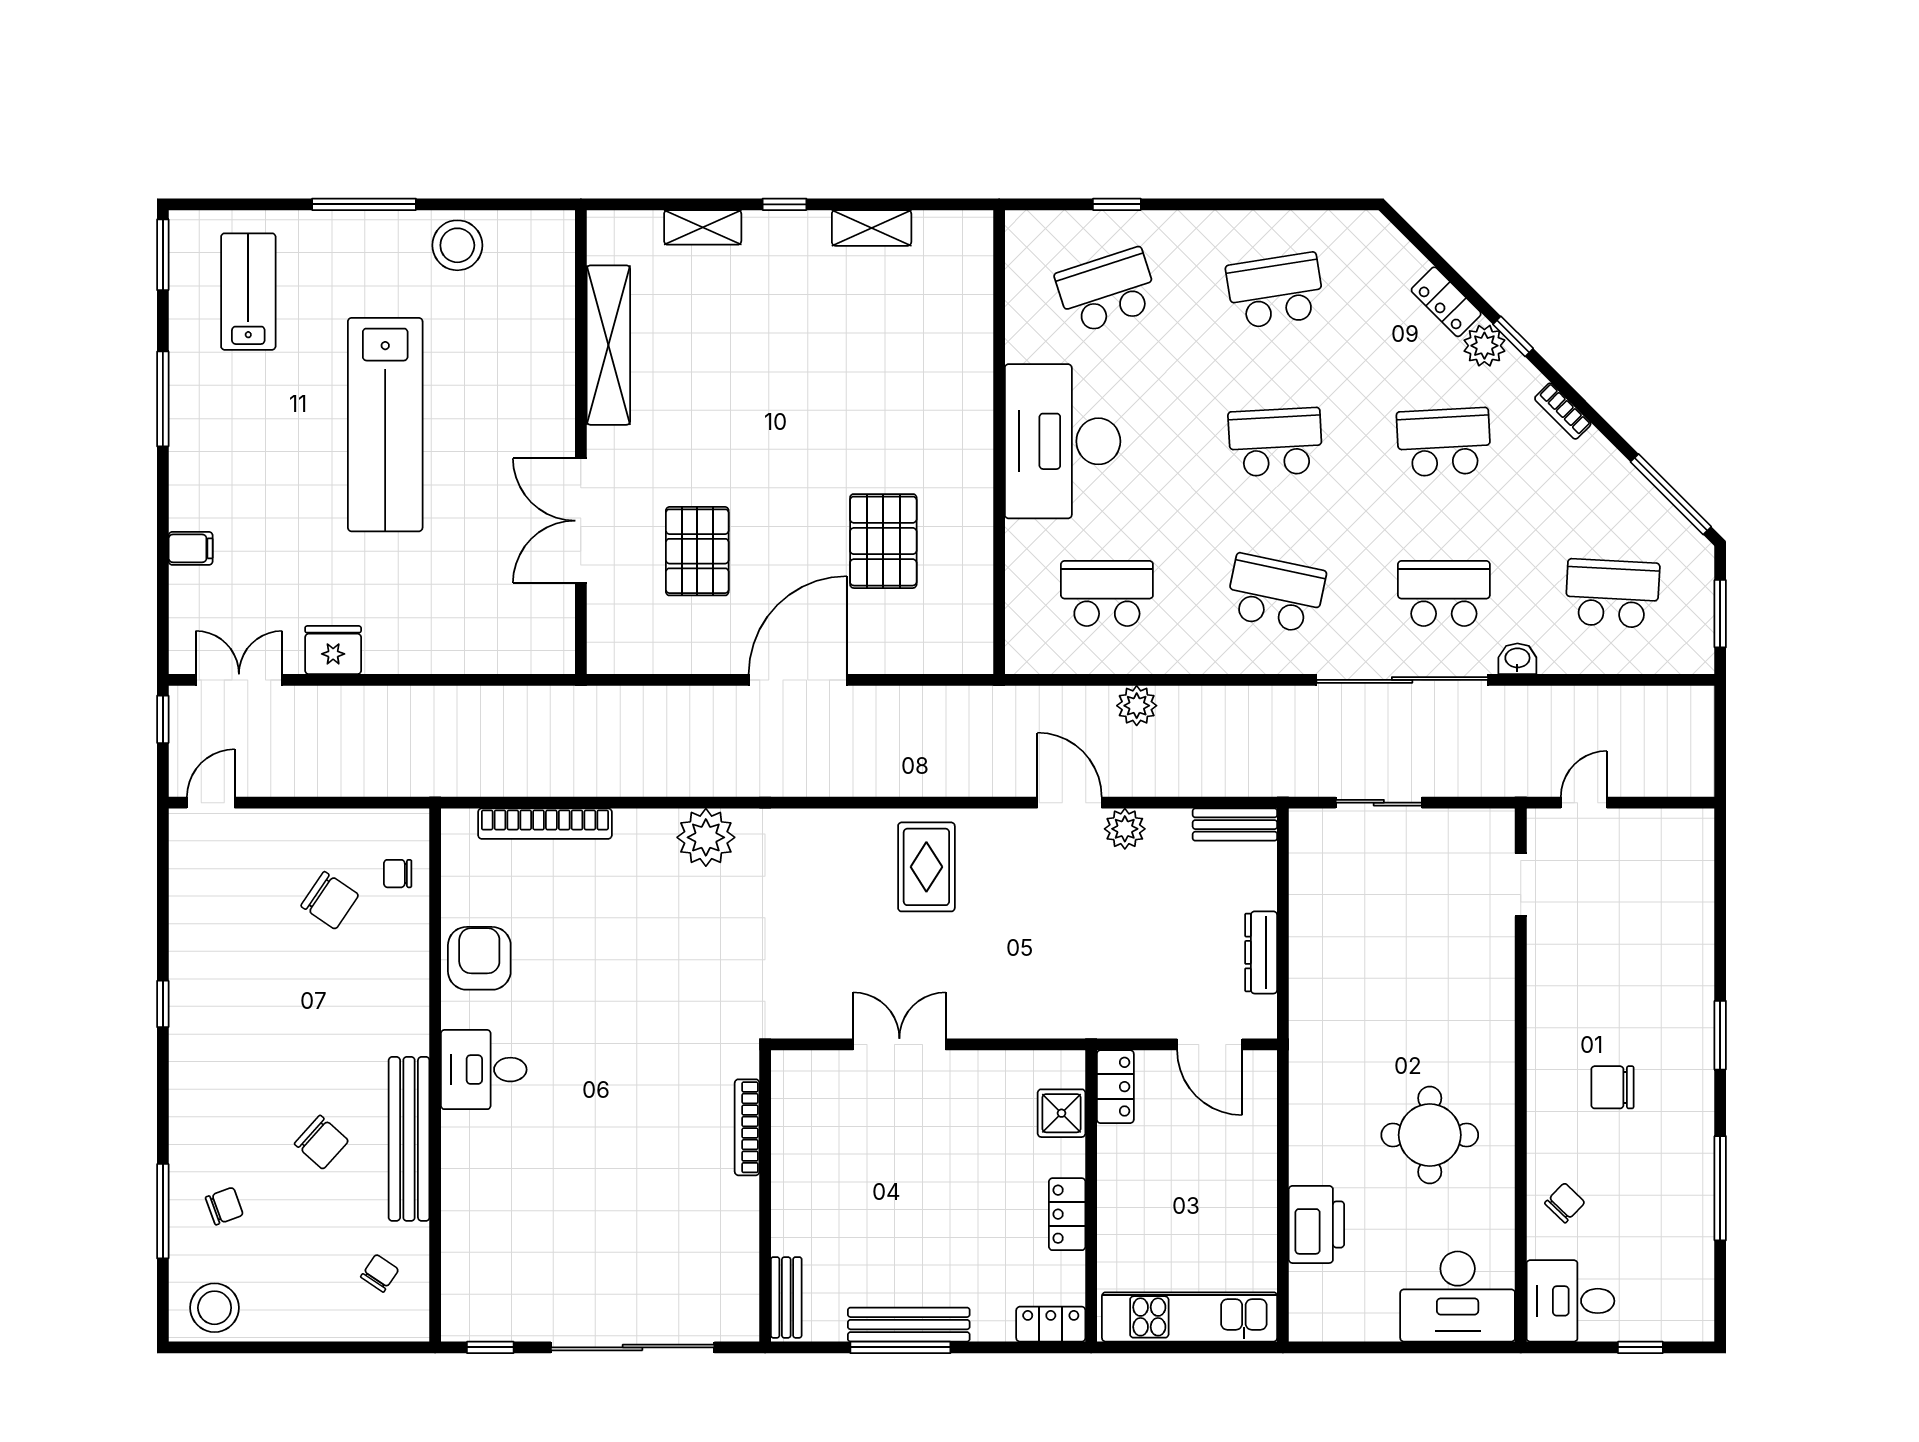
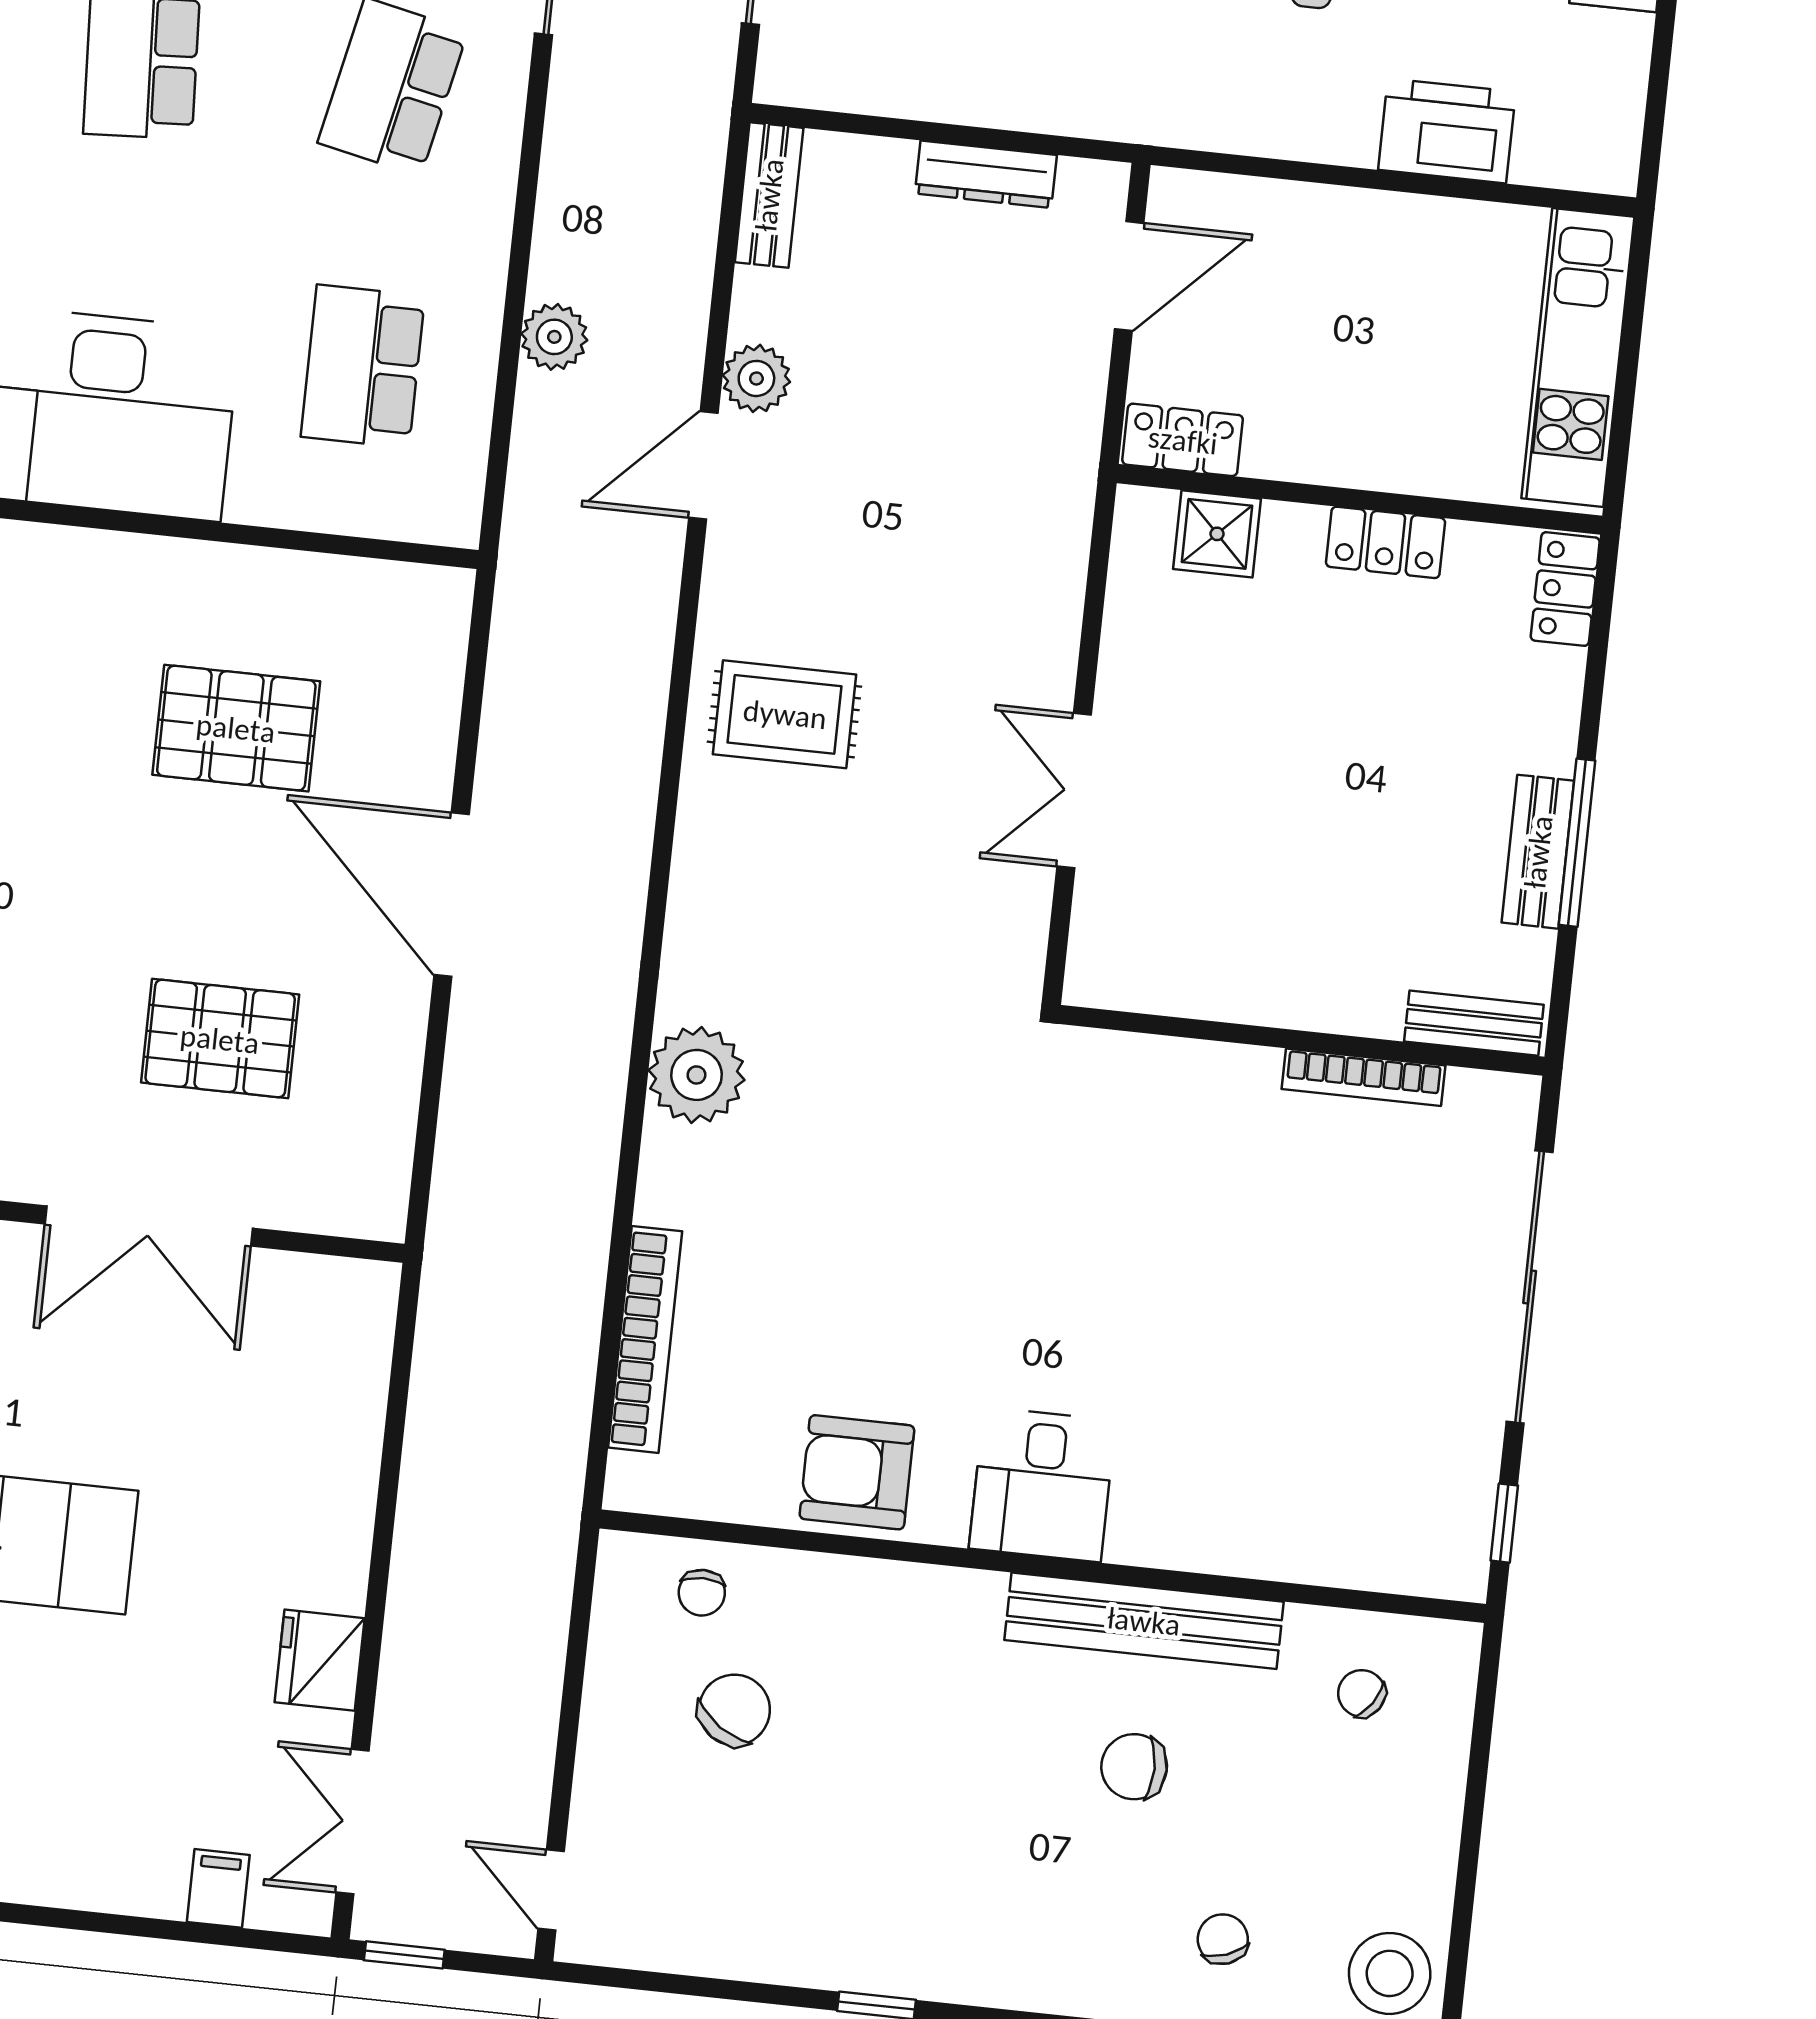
filing cabinet: (191, 548) -> (218, 1888), moved
bookcase: (747, 1127) -> (1363, 1077), moved
chair: (321, 1142) -> (1134, 1767), turned -132
bench: (909, 1325) -> (1538, 852), width x0.73

